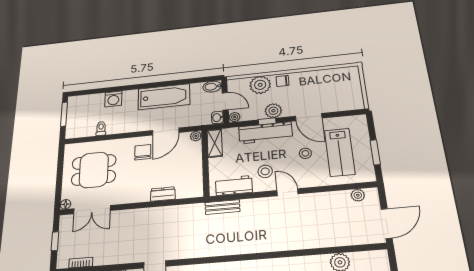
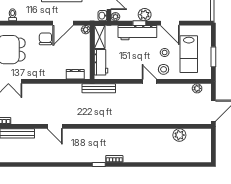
stool: (265, 171) -> (164, 69), moved
workbench: (234, 185) -> (101, 62), moved, turned 90
dresser: (163, 194) -> (75, 74), moved
bench: (222, 207) -> (99, 88), width x1.36

